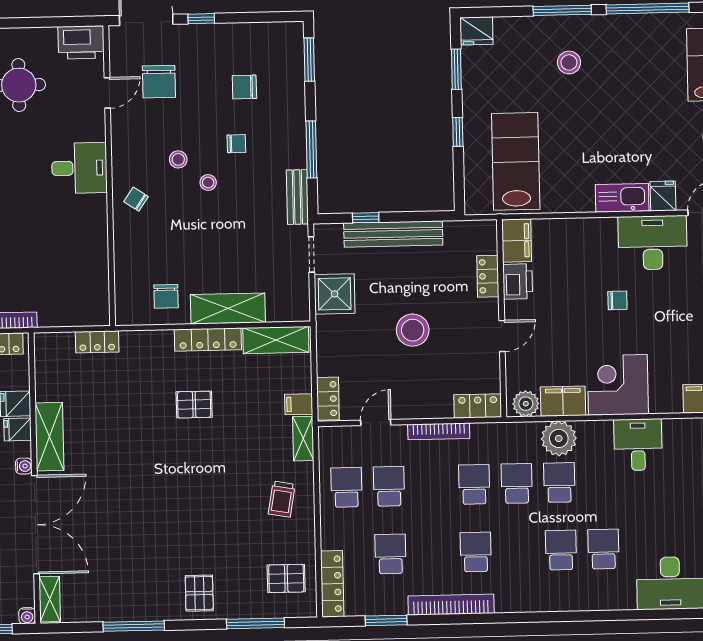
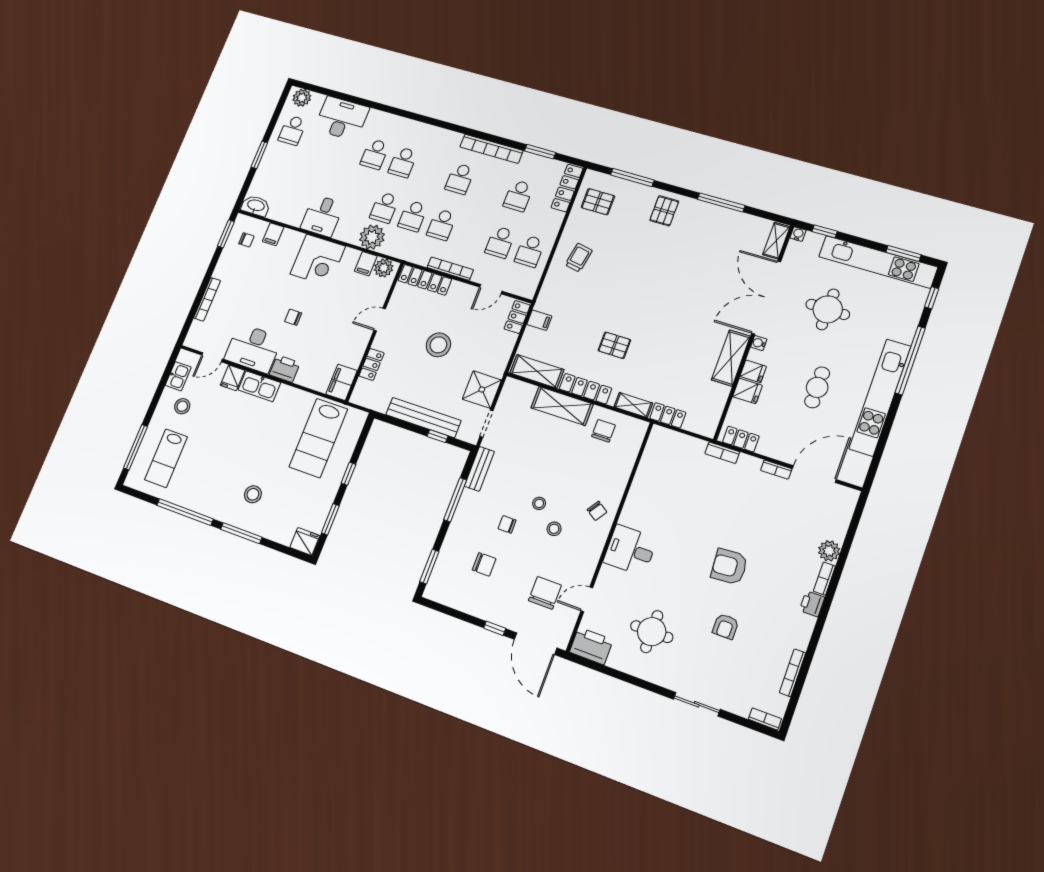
printer: (518, 282) -> (285, 369), moved, turned 90
filing cabinet: (563, 401) -> (366, 264), width x0.50
locker: (478, 406) -> (425, 280), width x1.53
shelving: (303, 439) -> (633, 405), moved, turned 90

